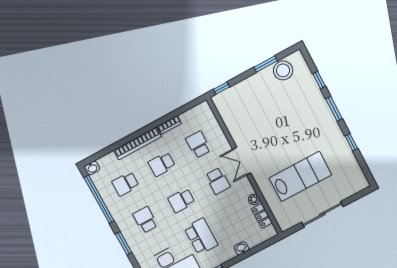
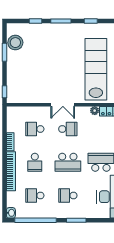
lab bench: (300, 177) -> (96, 69), width x1.36
school desk: (125, 184) -> (35, 195), turned 90
school desk: (181, 200) -> (68, 162), width x1.85

